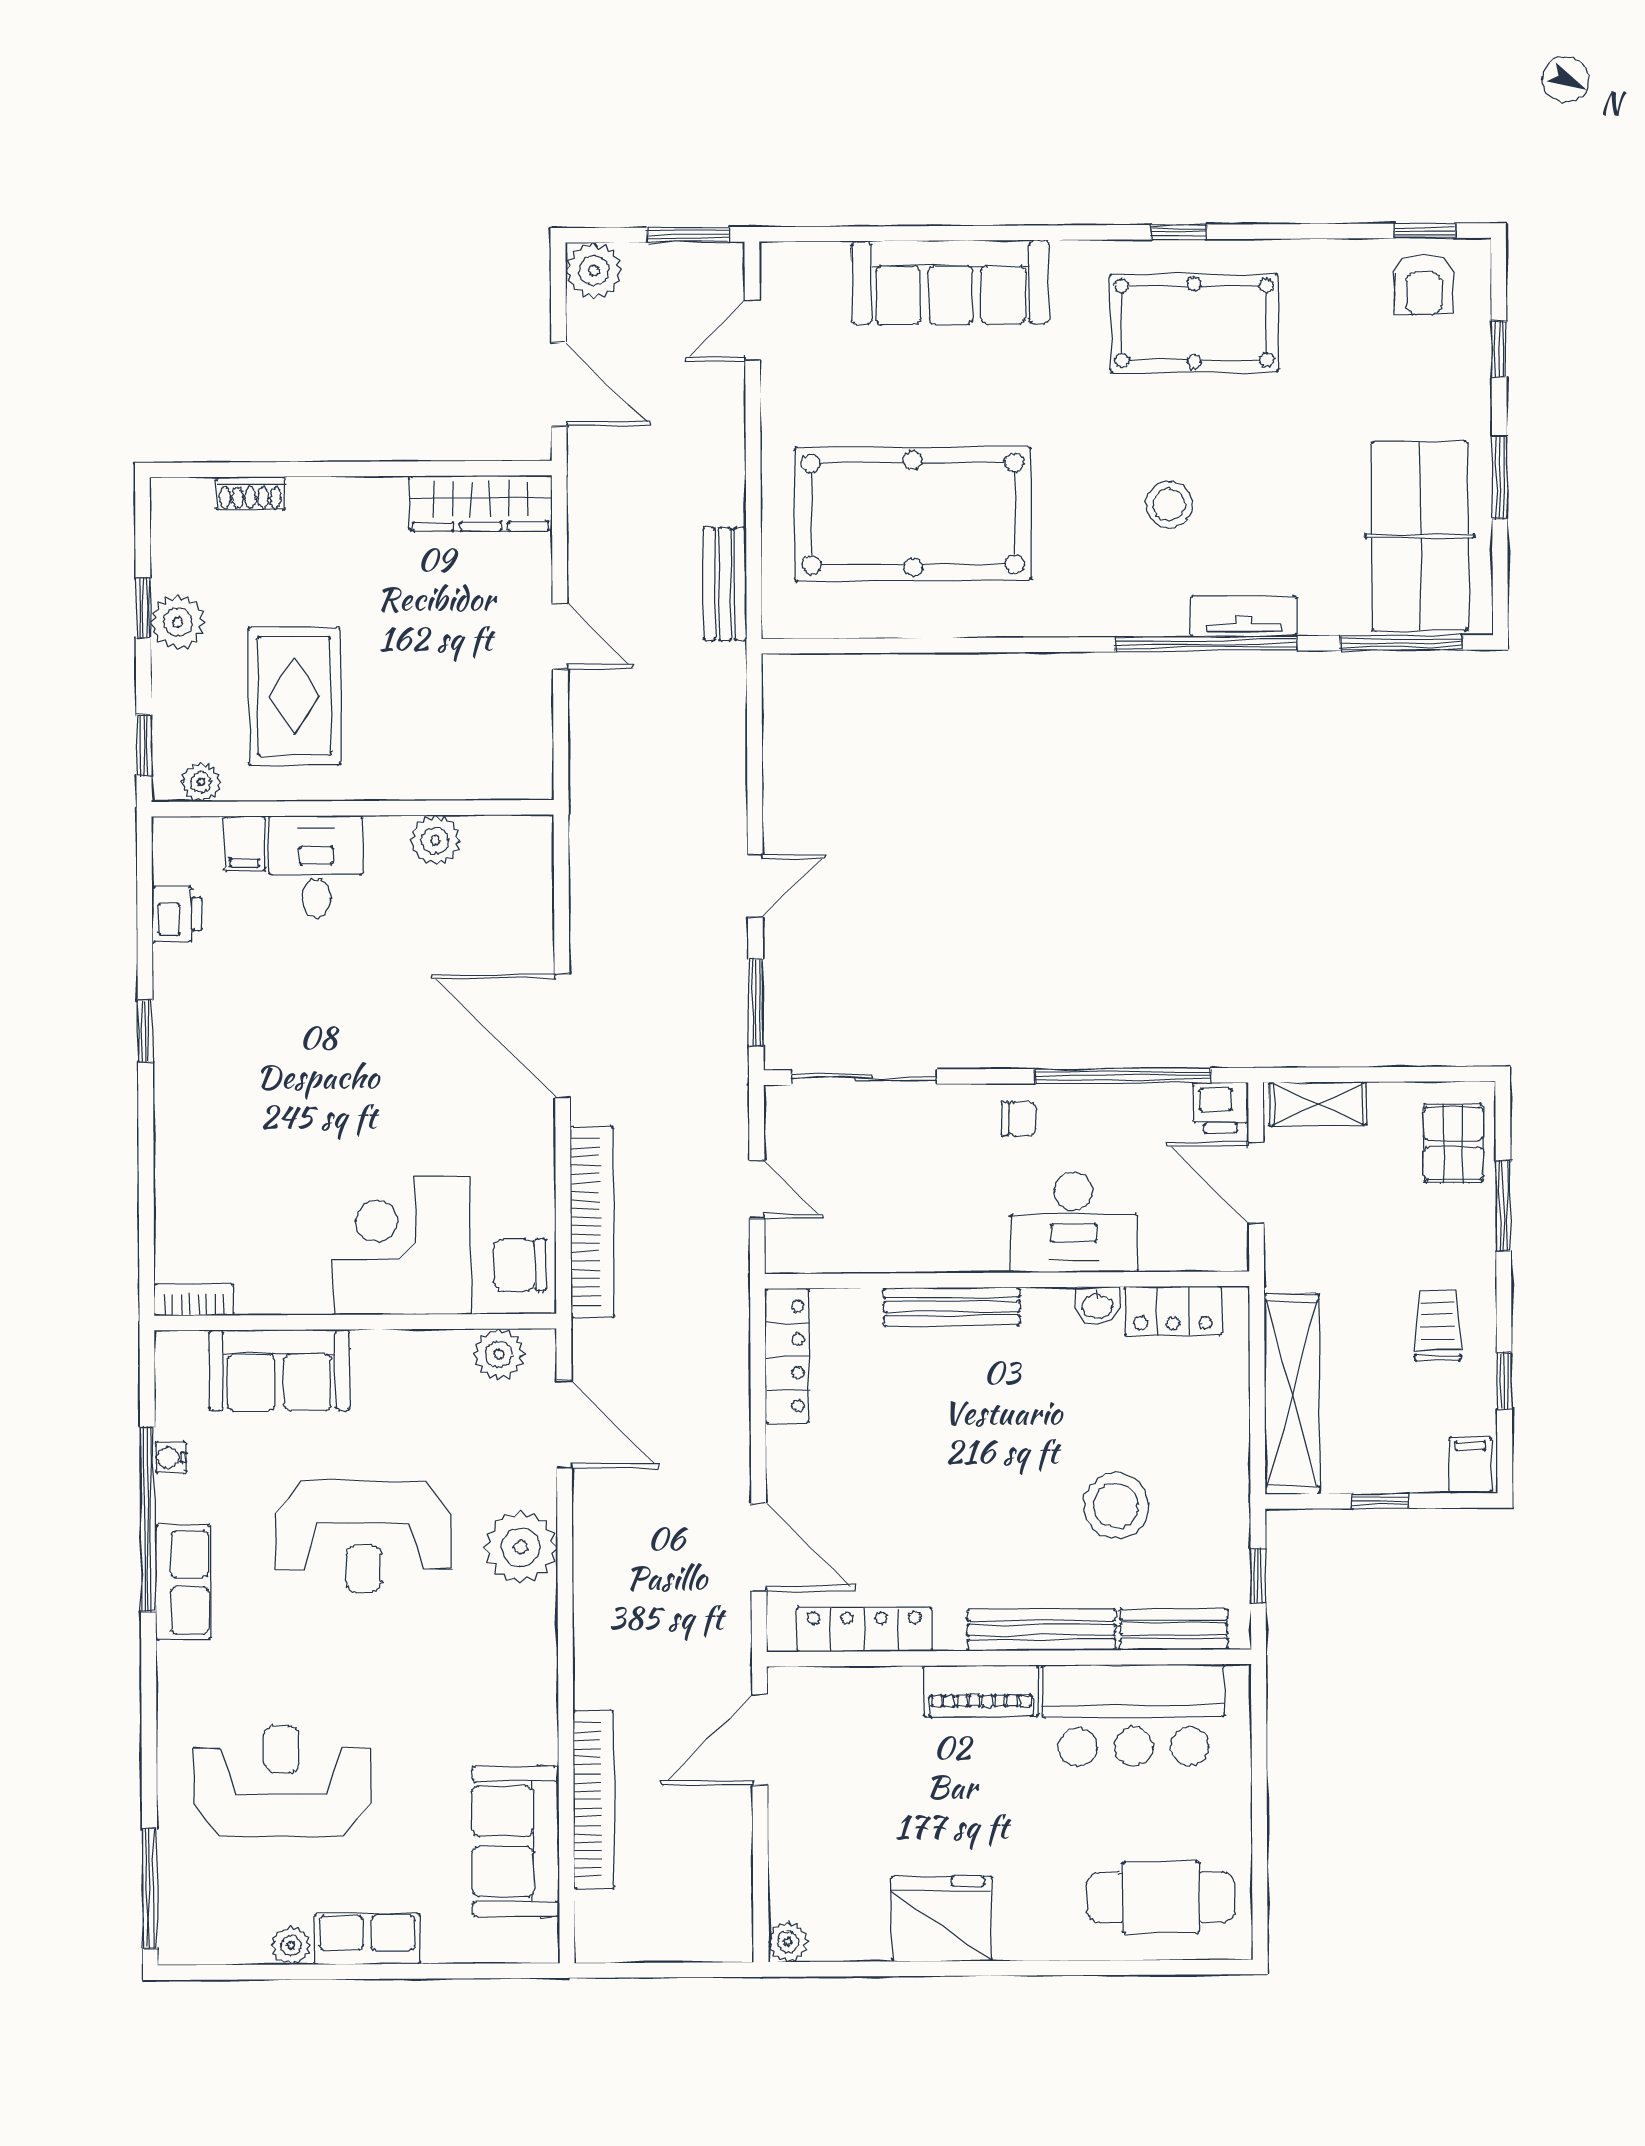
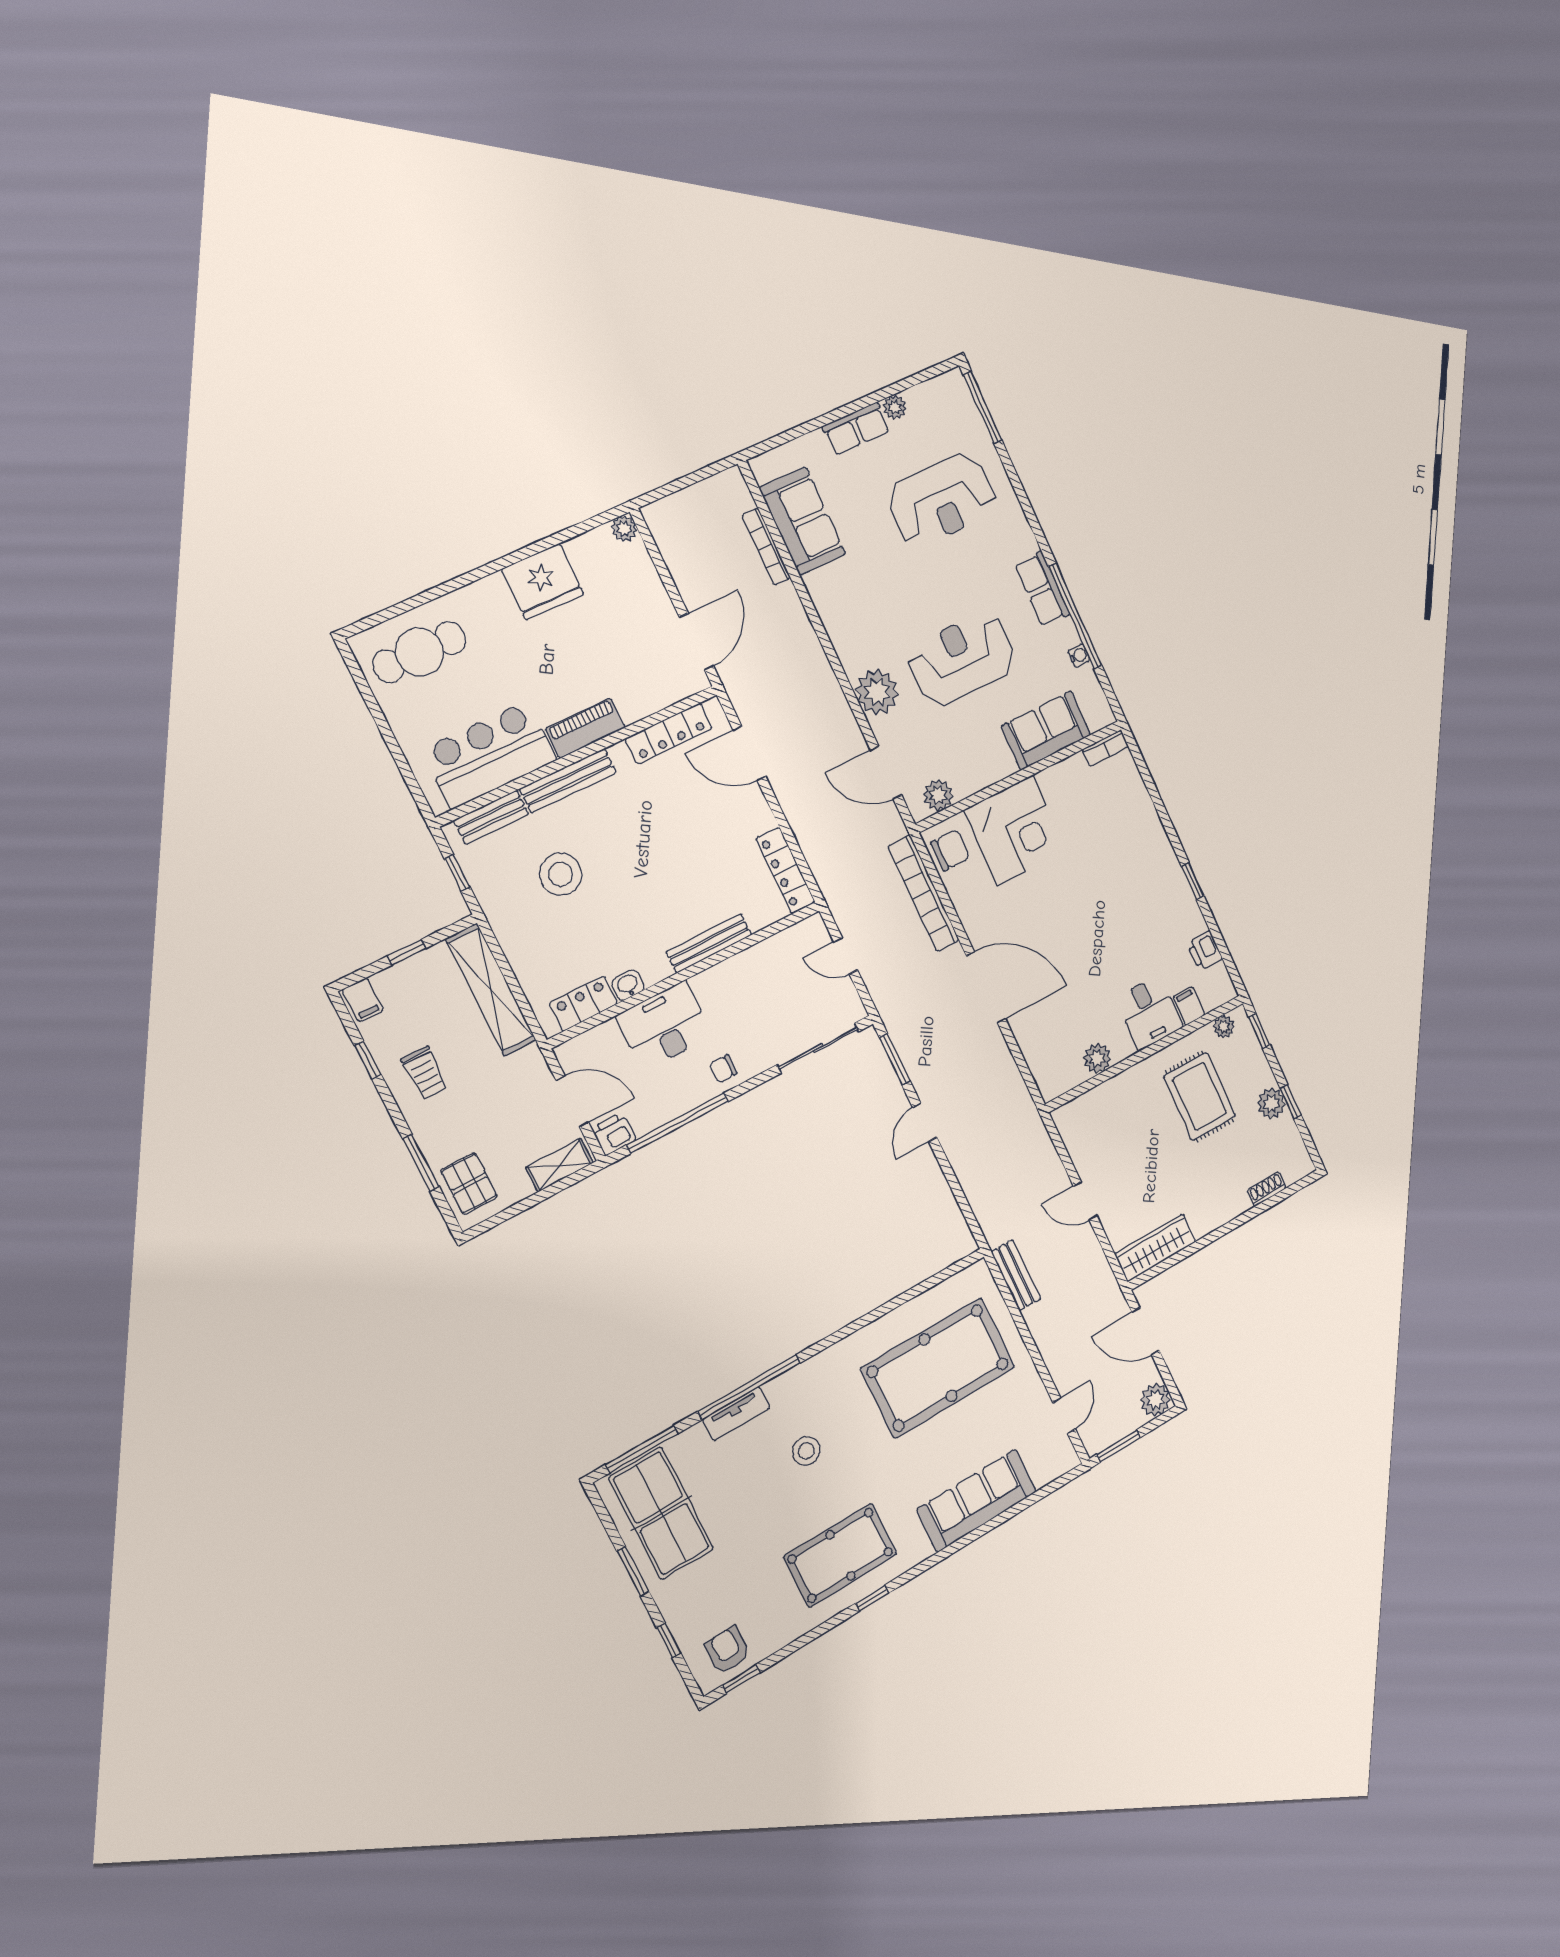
bookcase: (594, 1800) -> (766, 547), width x0.68, depth x0.76

